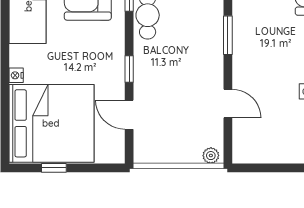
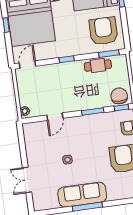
door: (129, 115) -> (27, 65), moved

